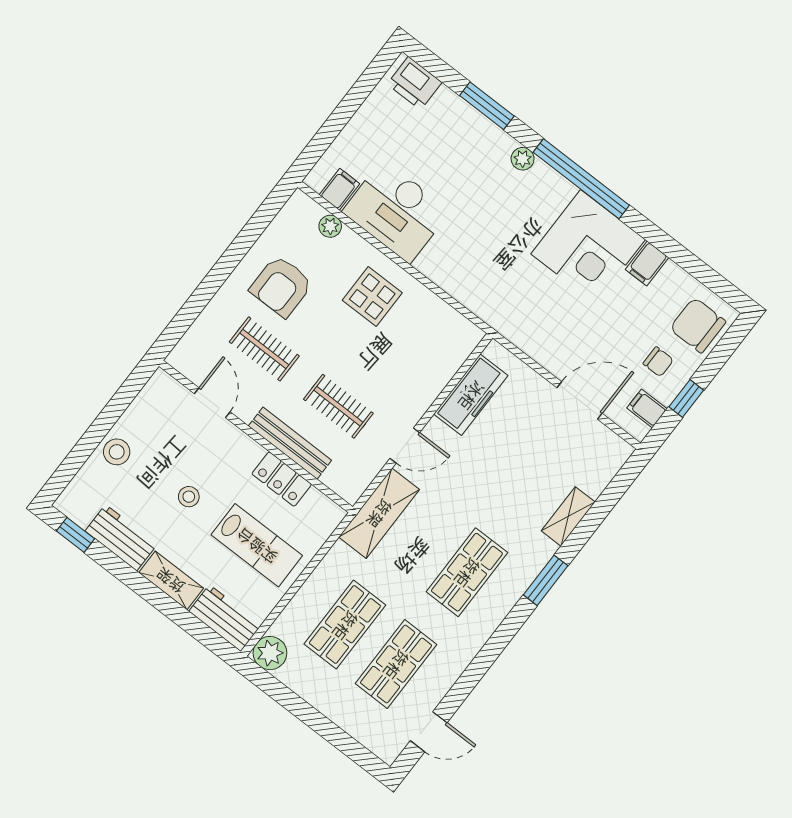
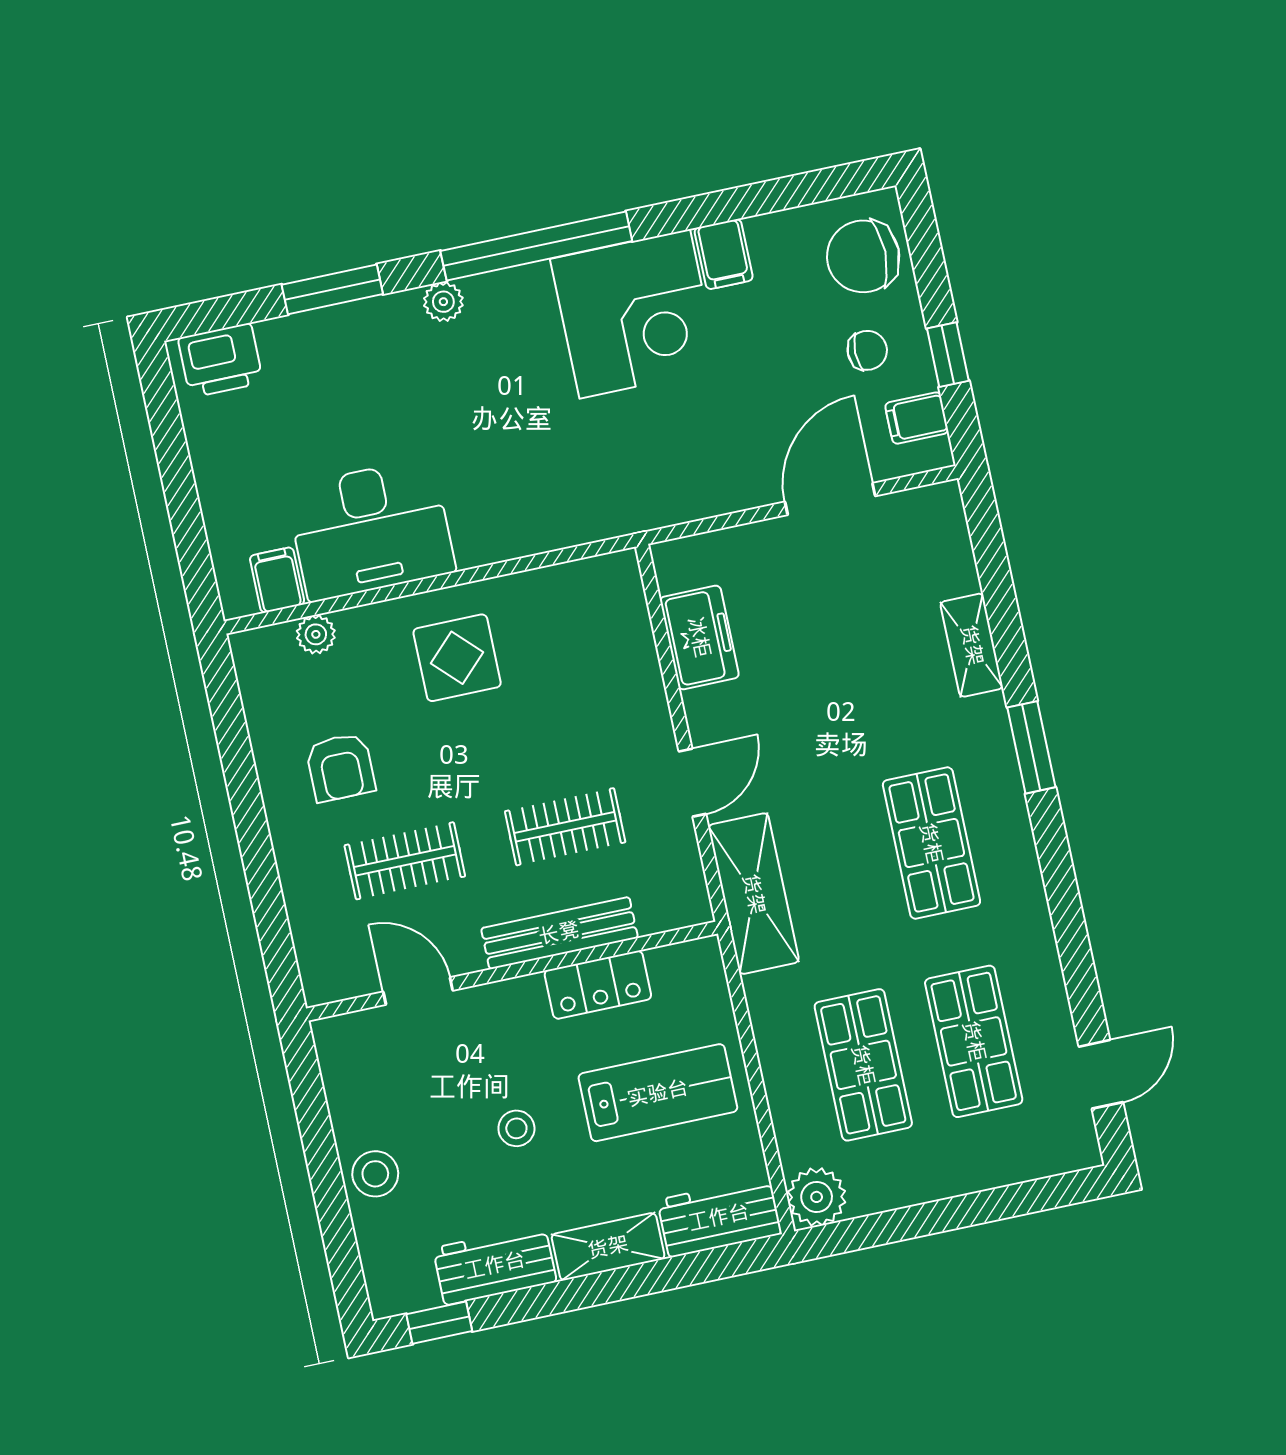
armchair: (281, 286) -> (341, 767), width x0.72, depth x0.72
freezer: (471, 395) -> (699, 637), width x0.71

